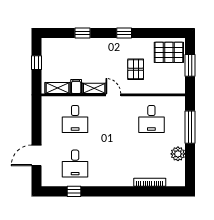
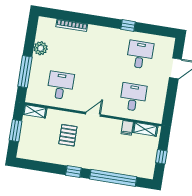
window: (82, 33) -> (113, 178), width x3.17
pallet: (169, 52) -> (34, 146), removed
shelving: (94, 88) -> (35, 111), moved
door: (113, 95) -> (93, 114), swing flipped
window: (74, 191) -> (128, 26), moved

